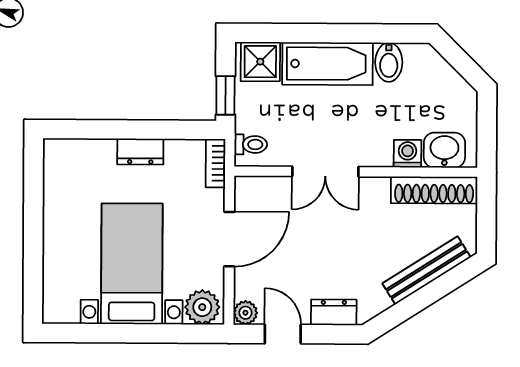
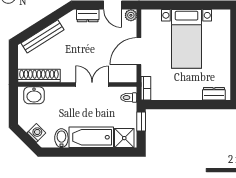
dresser: (140, 152) -> (214, 94), moved
washing machine: (408, 154) -> (36, 133), moved, turned -135
plant: (202, 307) -> (152, 18), removed

